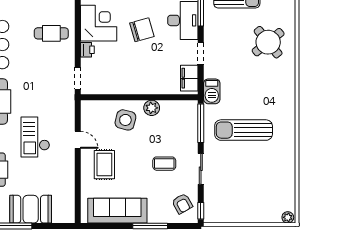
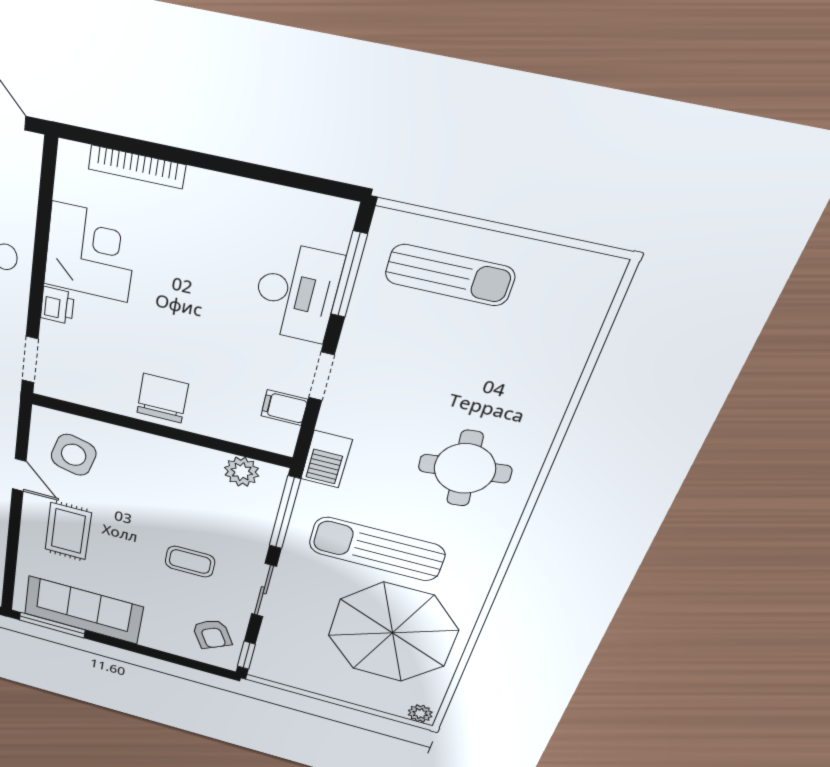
chair: (142, 30) -> (162, 398), moved, turned -74
round table: (268, 42) -> (465, 469), moved, turned 32
filing cabinet: (189, 78) -> (284, 408), width x0.50
plant: (152, 108) -> (242, 472), moved
side table: (125, 120) -> (74, 455), moved
parasol: (262, 174) -> (392, 633), added
window: (150, 226) -> (52, 625), moved

